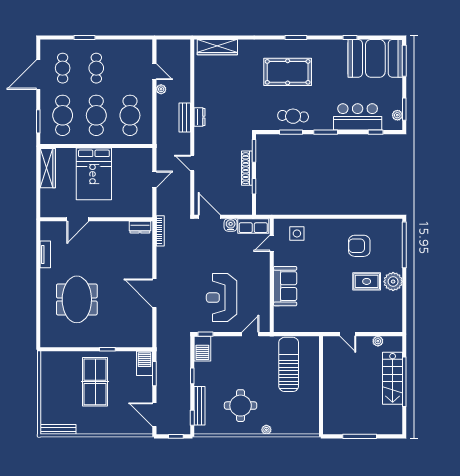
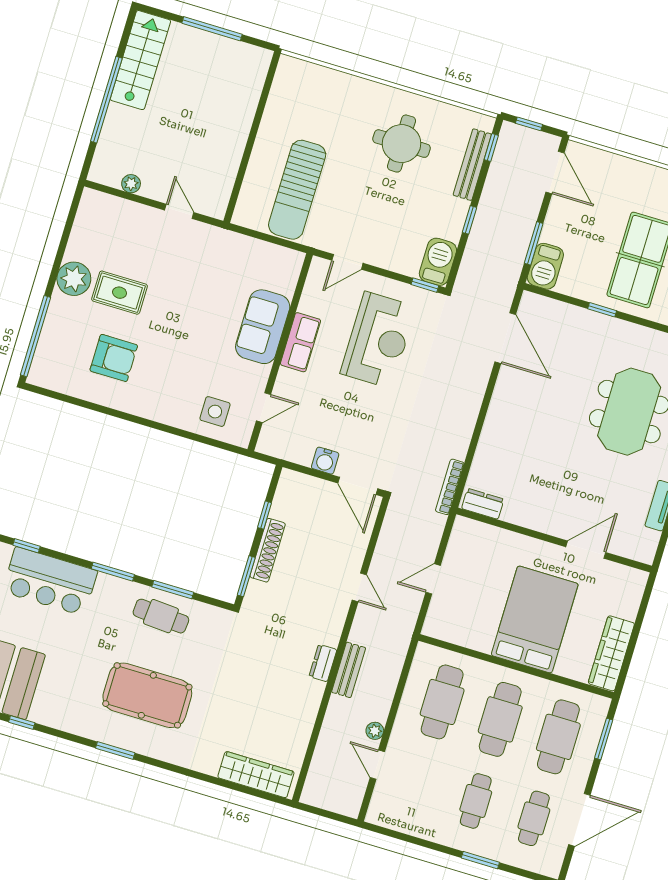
row of seats: (253, 226) -> (300, 342), moved, turned 90
door: (154, 293) -> (505, 338), moved
stairs: (393, 378) -> (140, 60), moved
plant: (266, 430) -> (369, 88), removed

